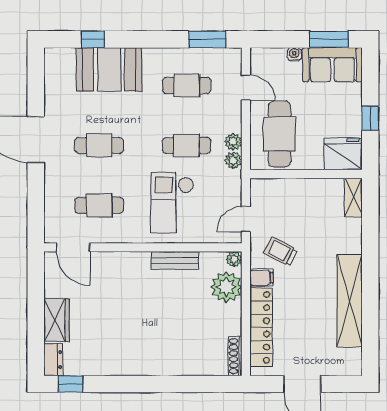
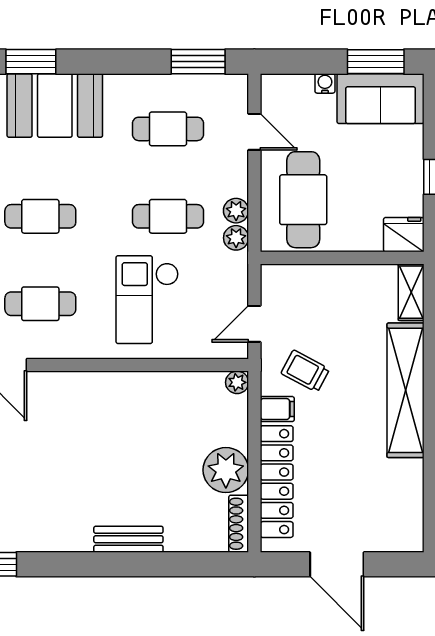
window: (93, 39) -> (31, 62), width x1.50
fridge: (343, 154) -> (404, 235), width x0.73, depth x0.75
bench: (175, 260) -> (128, 539), moved
plant: (226, 287) -> (226, 470), moved
shelving: (349, 301) -> (406, 390), moved

